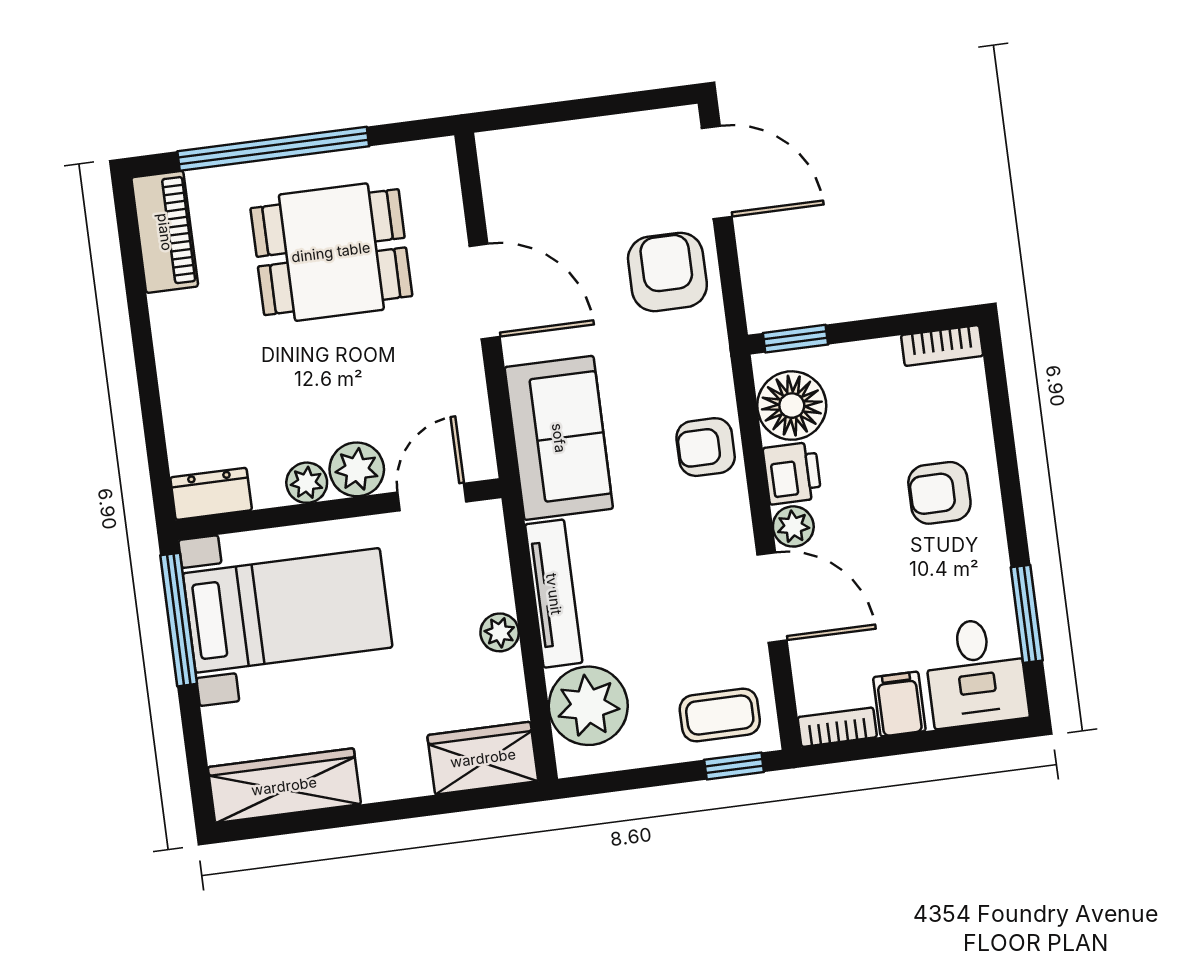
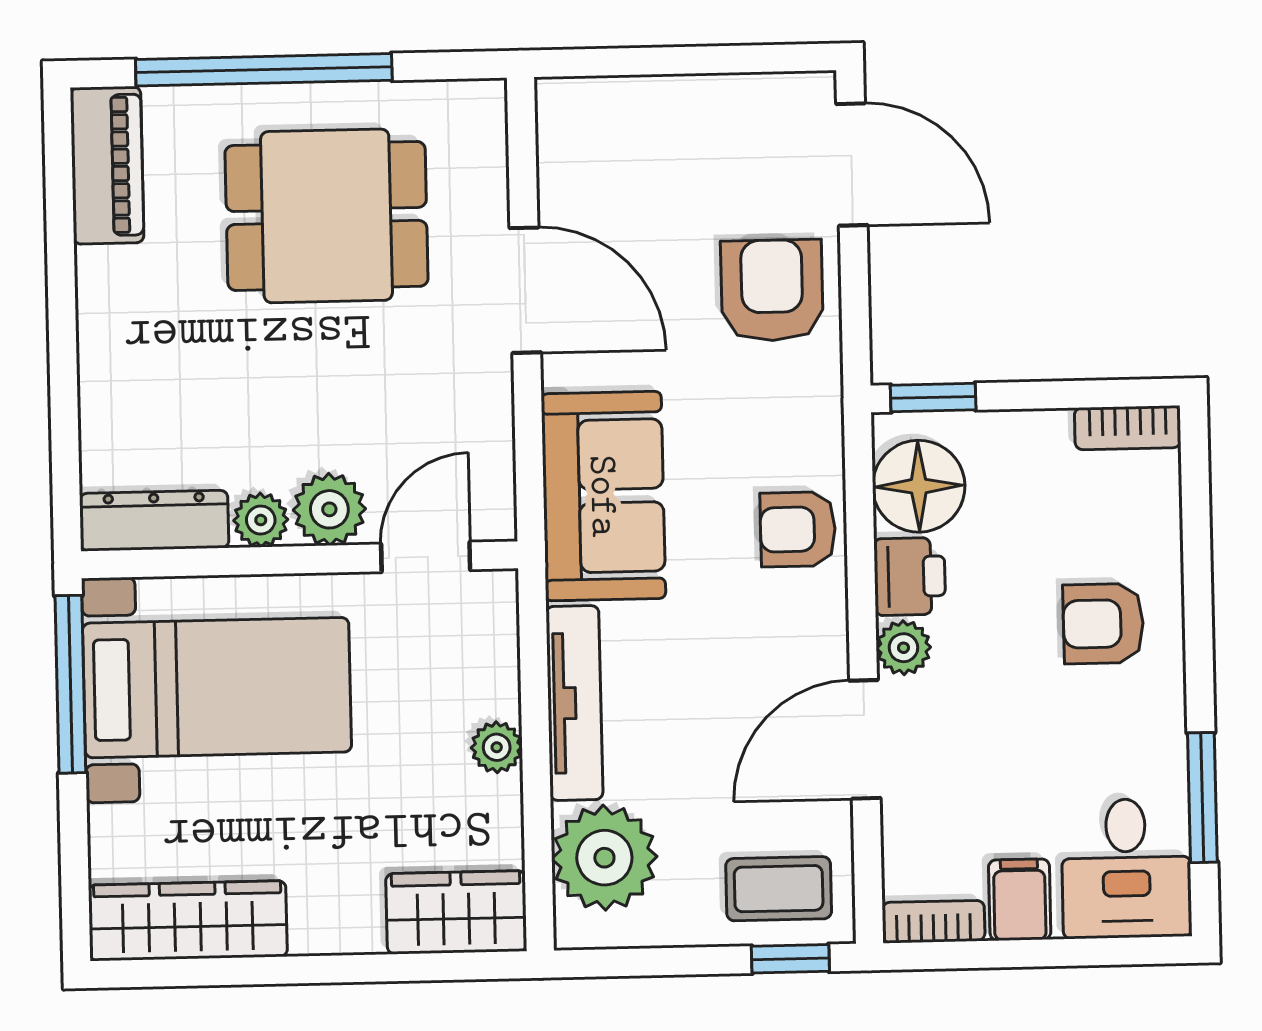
dresser: (211, 494) -> (154, 521), width x1.44
door: (772, 597) -> (865, 739), swing flipped

